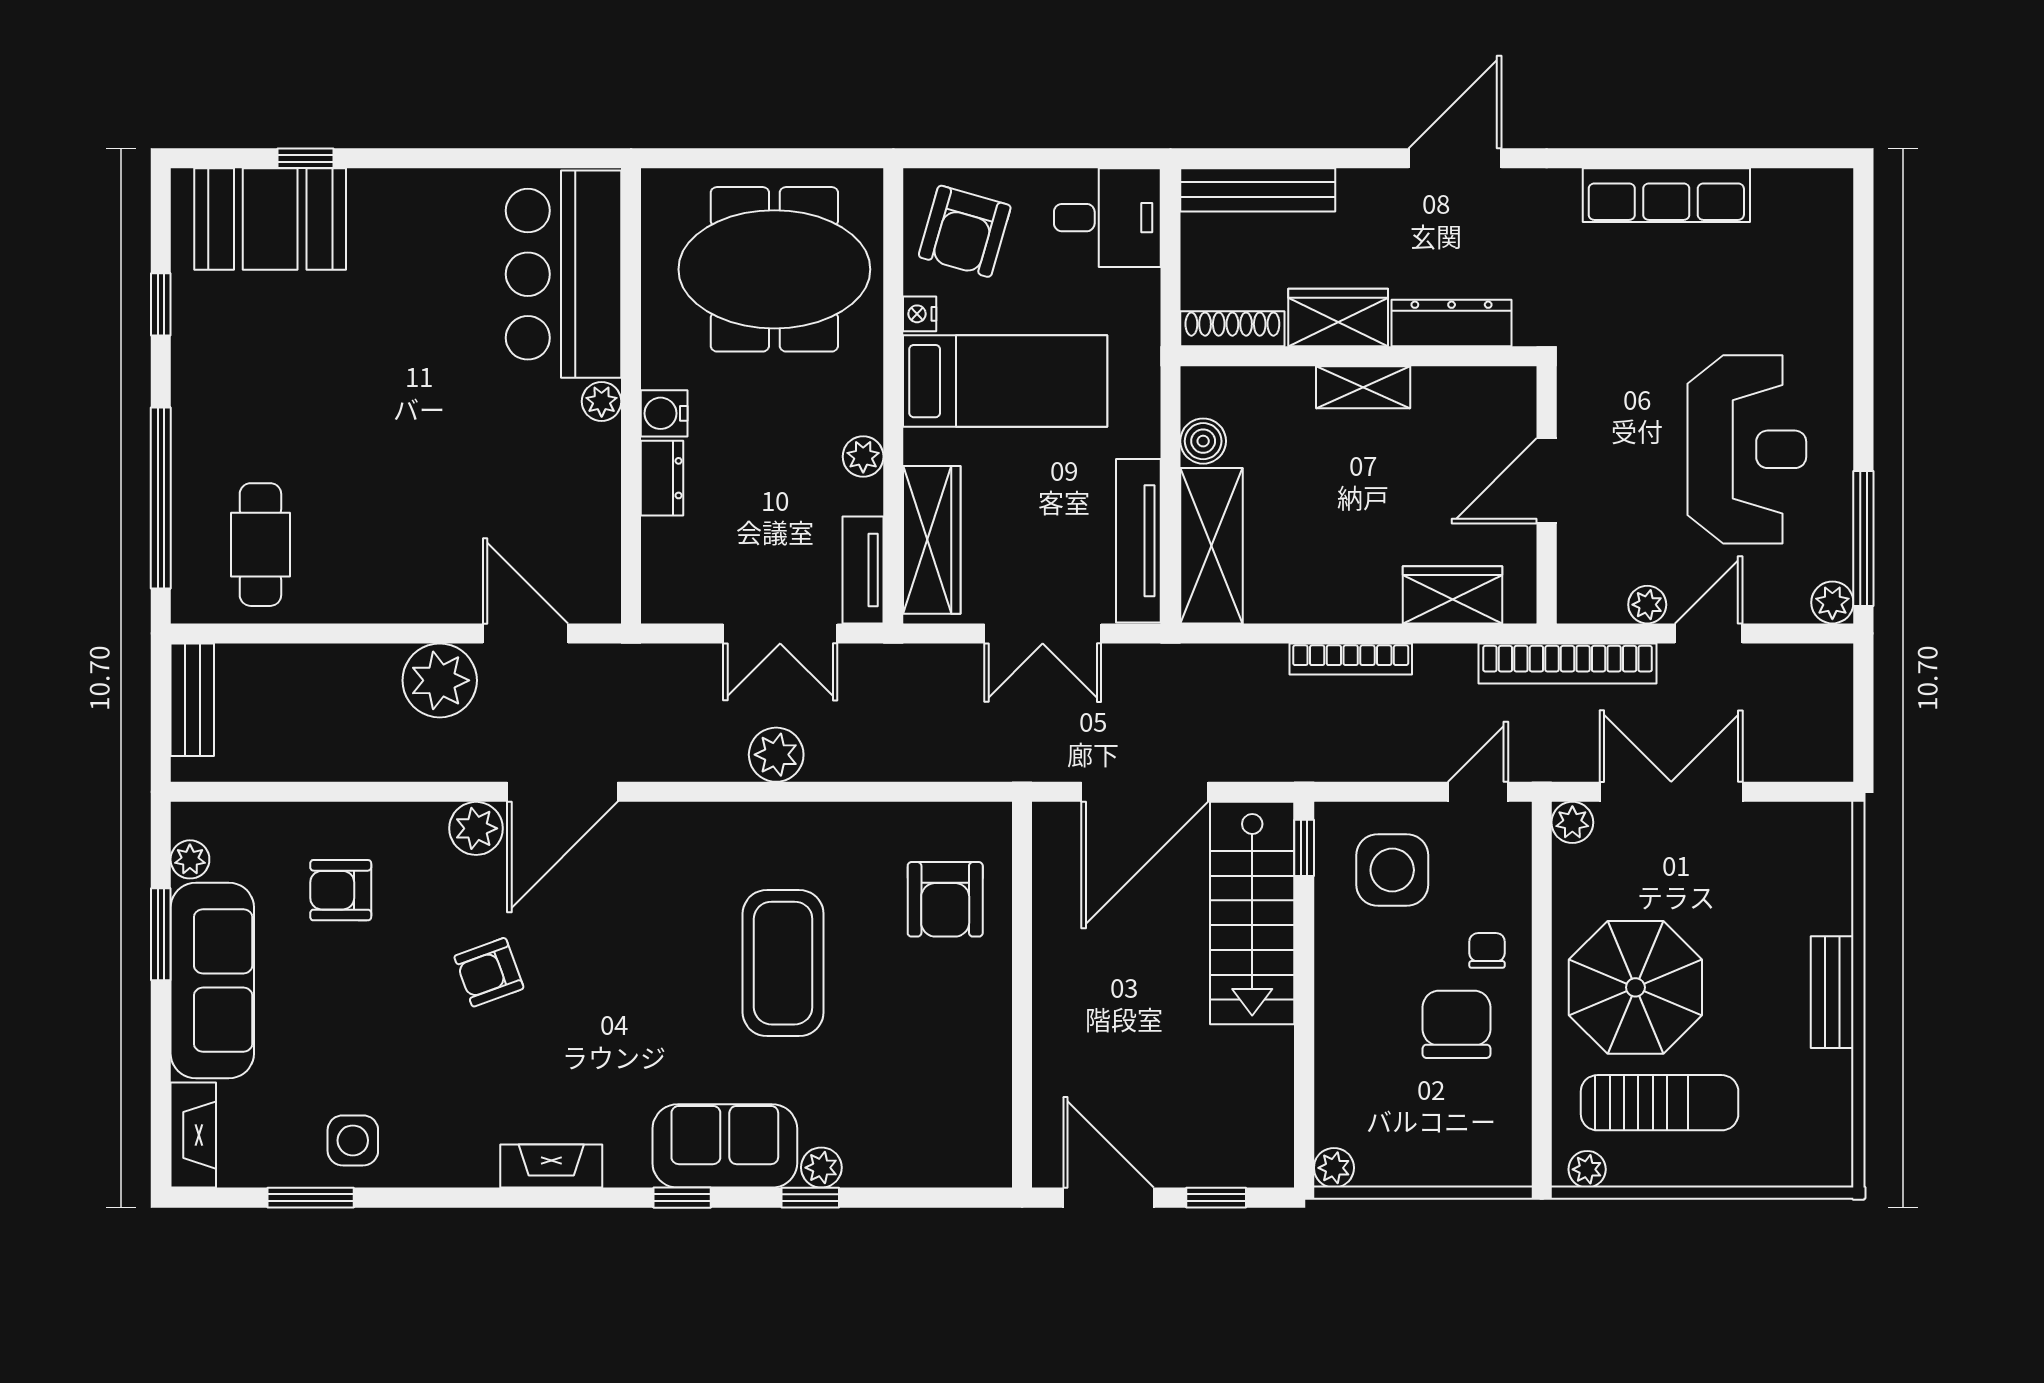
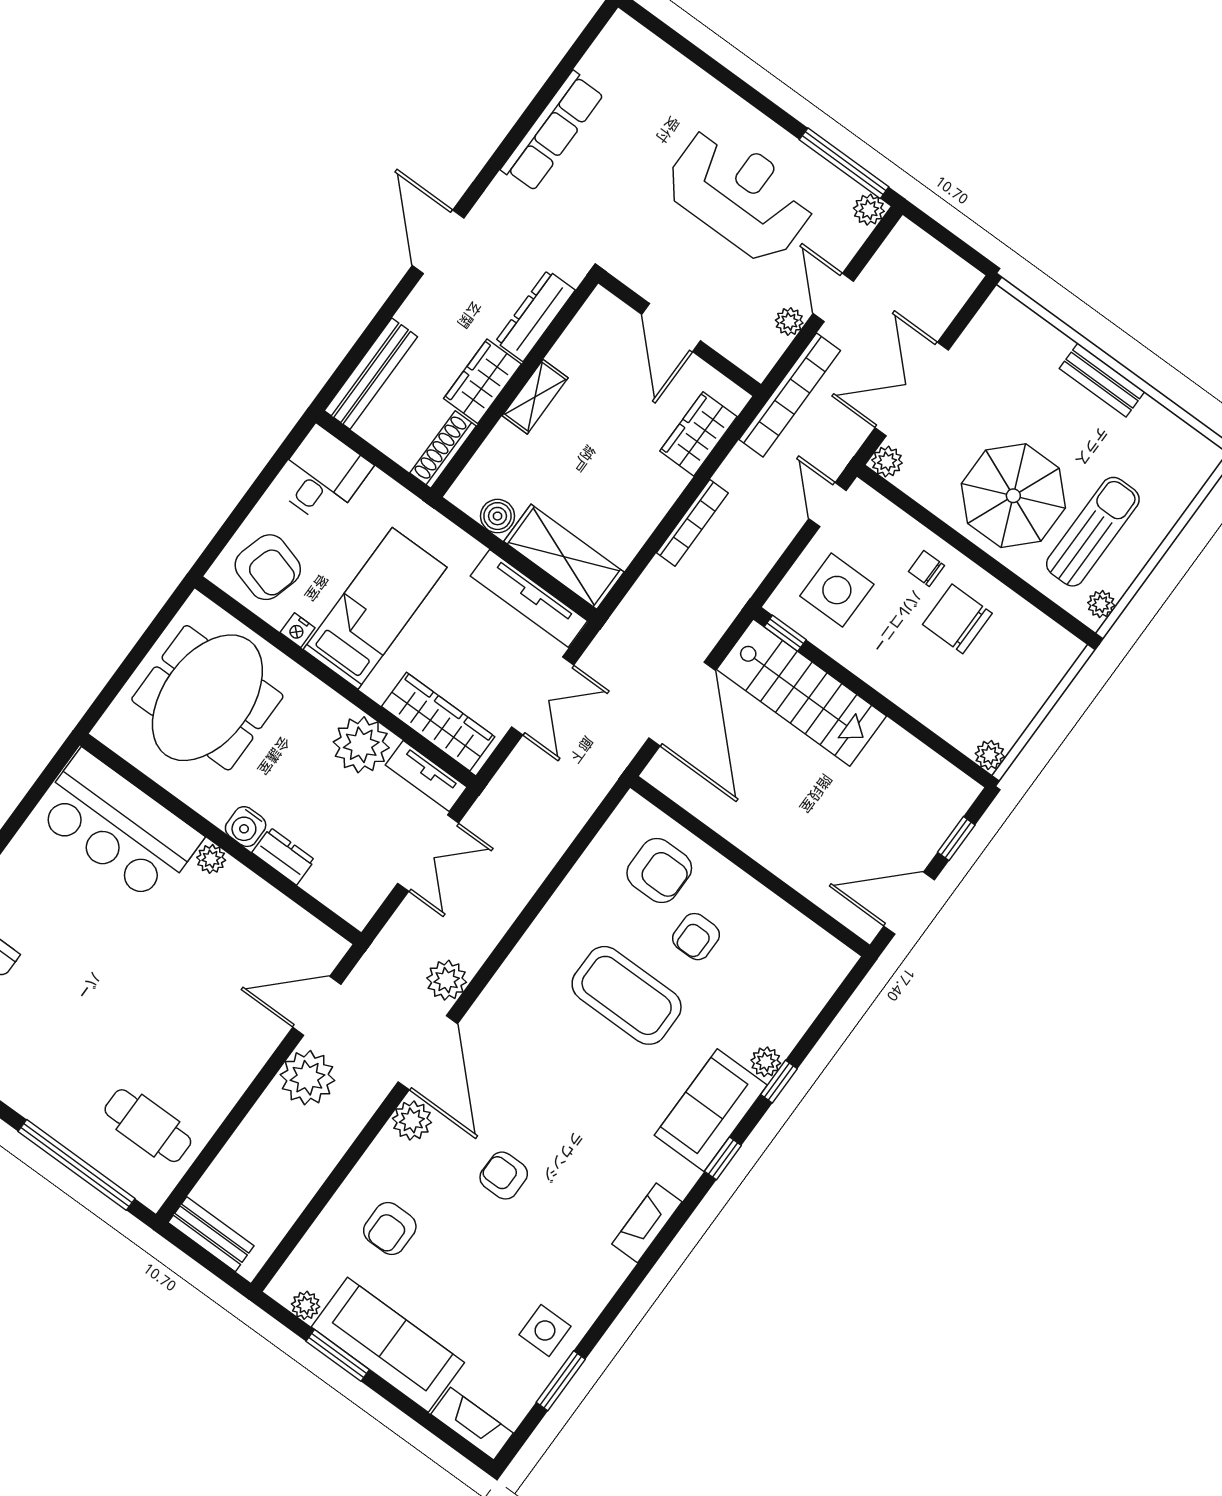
plant: (863, 457) -> (361, 745), width x1.88, depth x1.88
plant: (776, 755) -> (447, 980), moved
armchair: (489, 972) -> (504, 1176), turned 110
armchair: (902, 992) -> (696, 937), added

